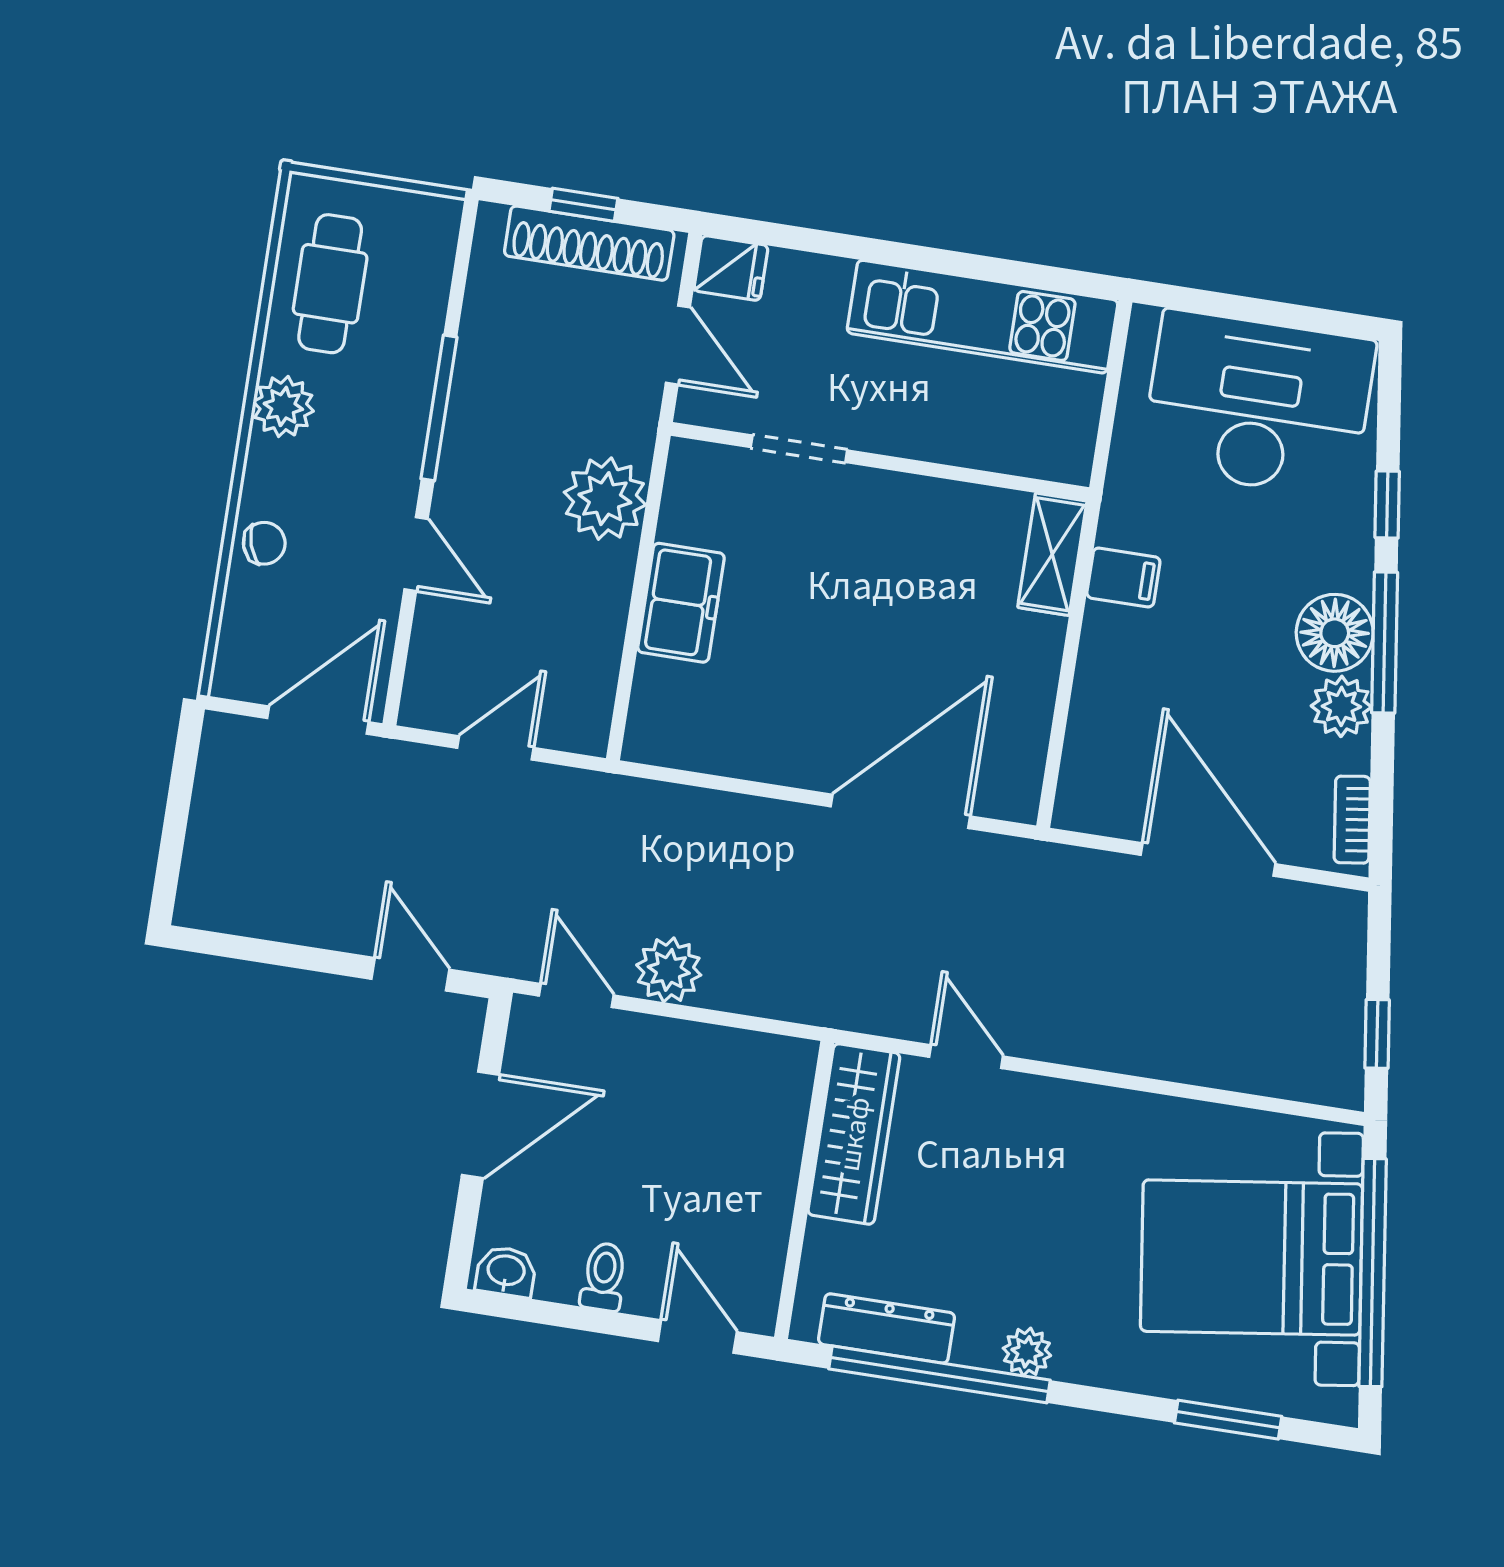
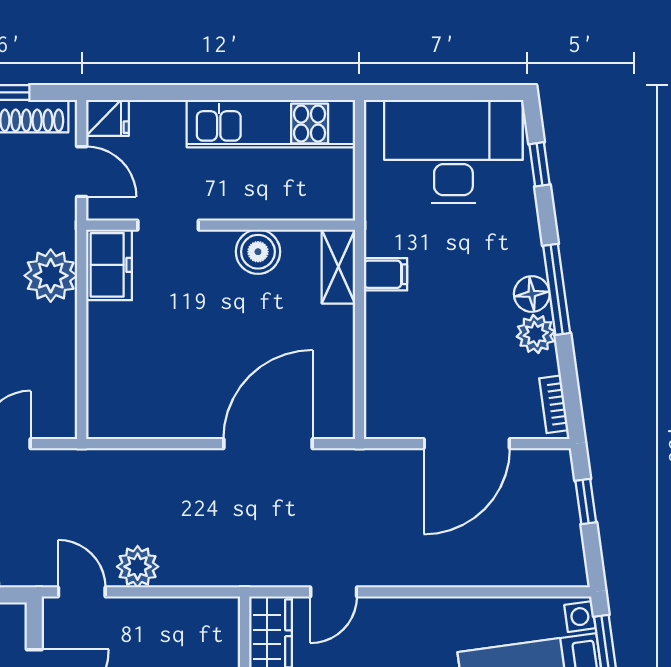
window: (1387, 504) -> (539, 164), moved
boiler: (931, 512) -> (258, 252), added
freezer: (681, 603) -> (109, 265), moved
floor lamp: (1335, 633) -> (532, 294), width x0.73, depth x0.73
door: (1208, 860) -> (467, 444), swing flipped
window: (1377, 1034) -> (586, 501), moved
door: (966, 1057) -> (334, 592), swing flipped

